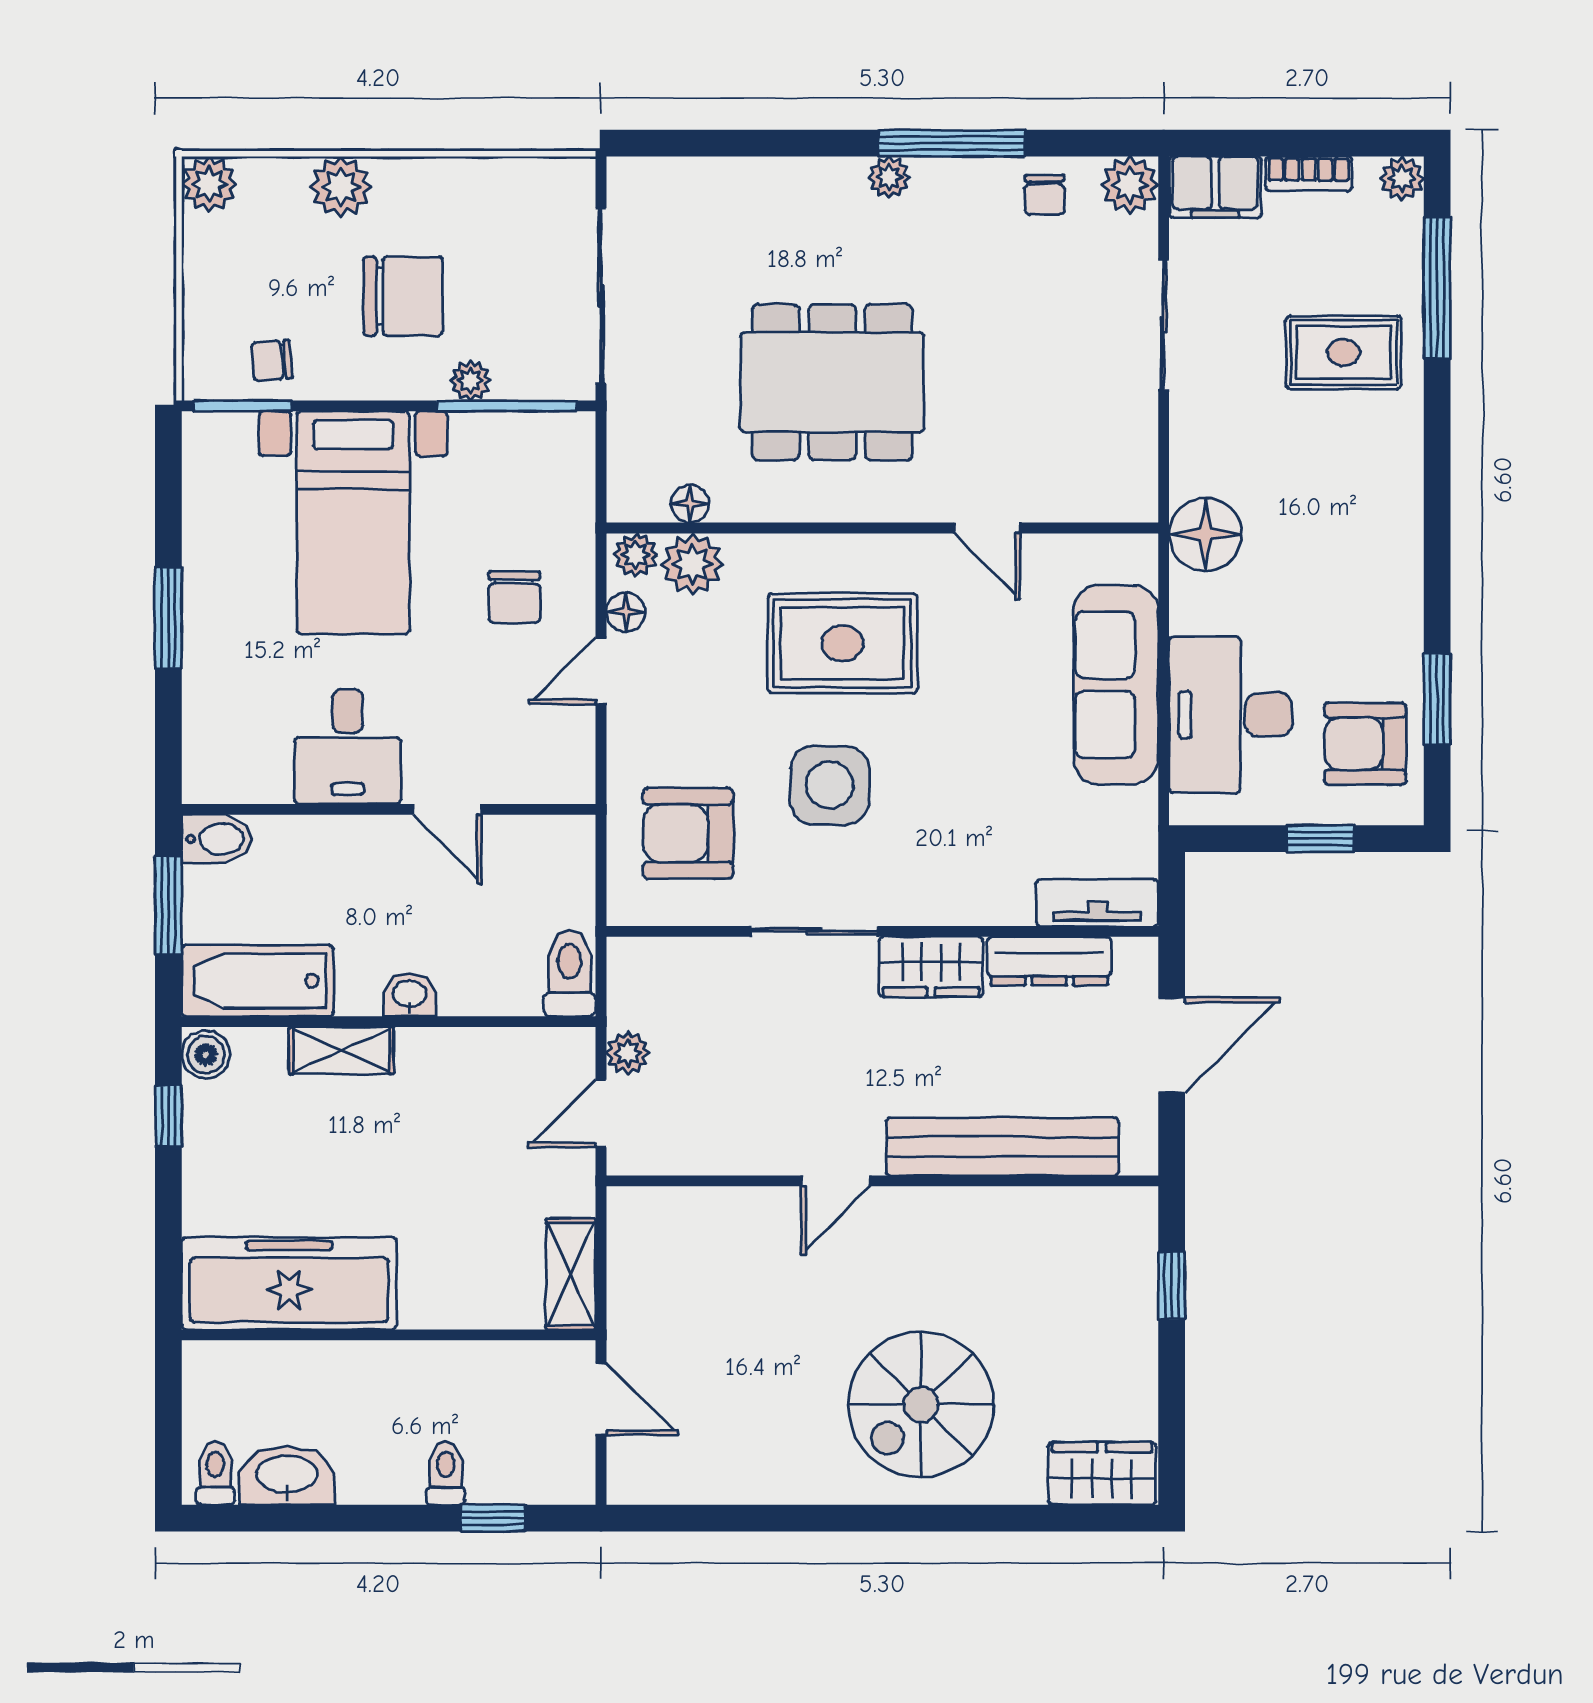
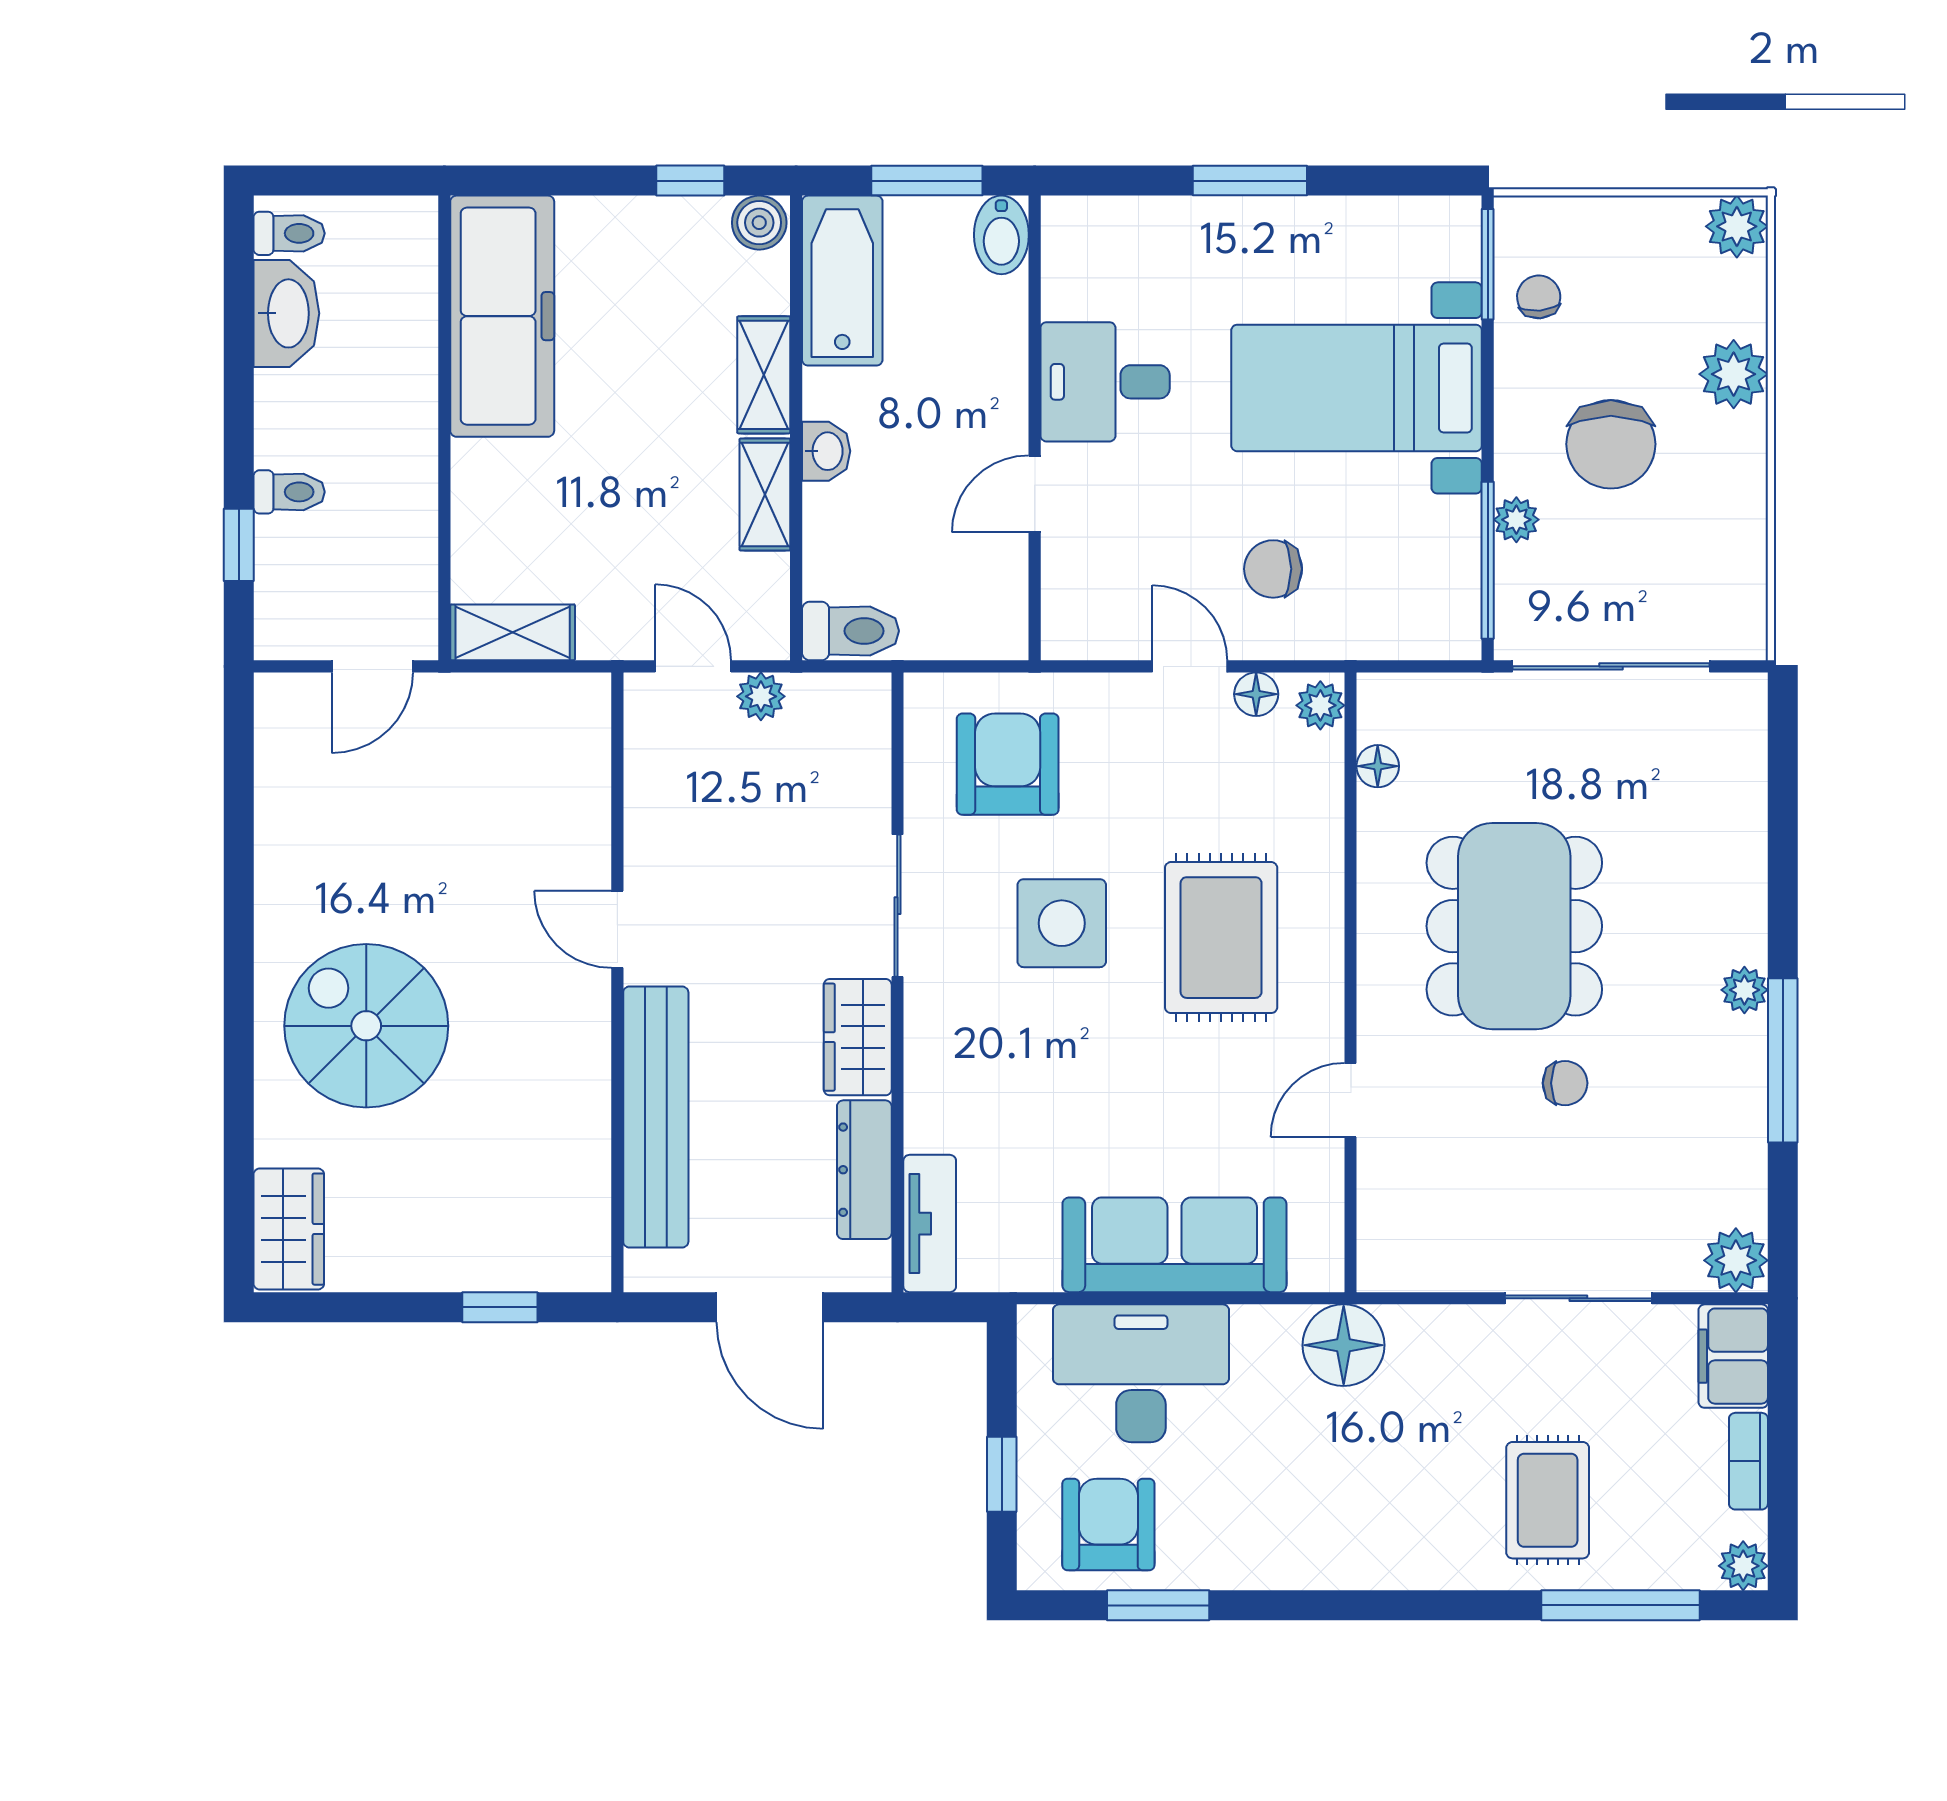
chair: (1045, 195) -> (1565, 1083), moved, turned 180
plant: (692, 564) -> (1310, 769), removed
shelving: (448, 1050) -> (765, 495), added

